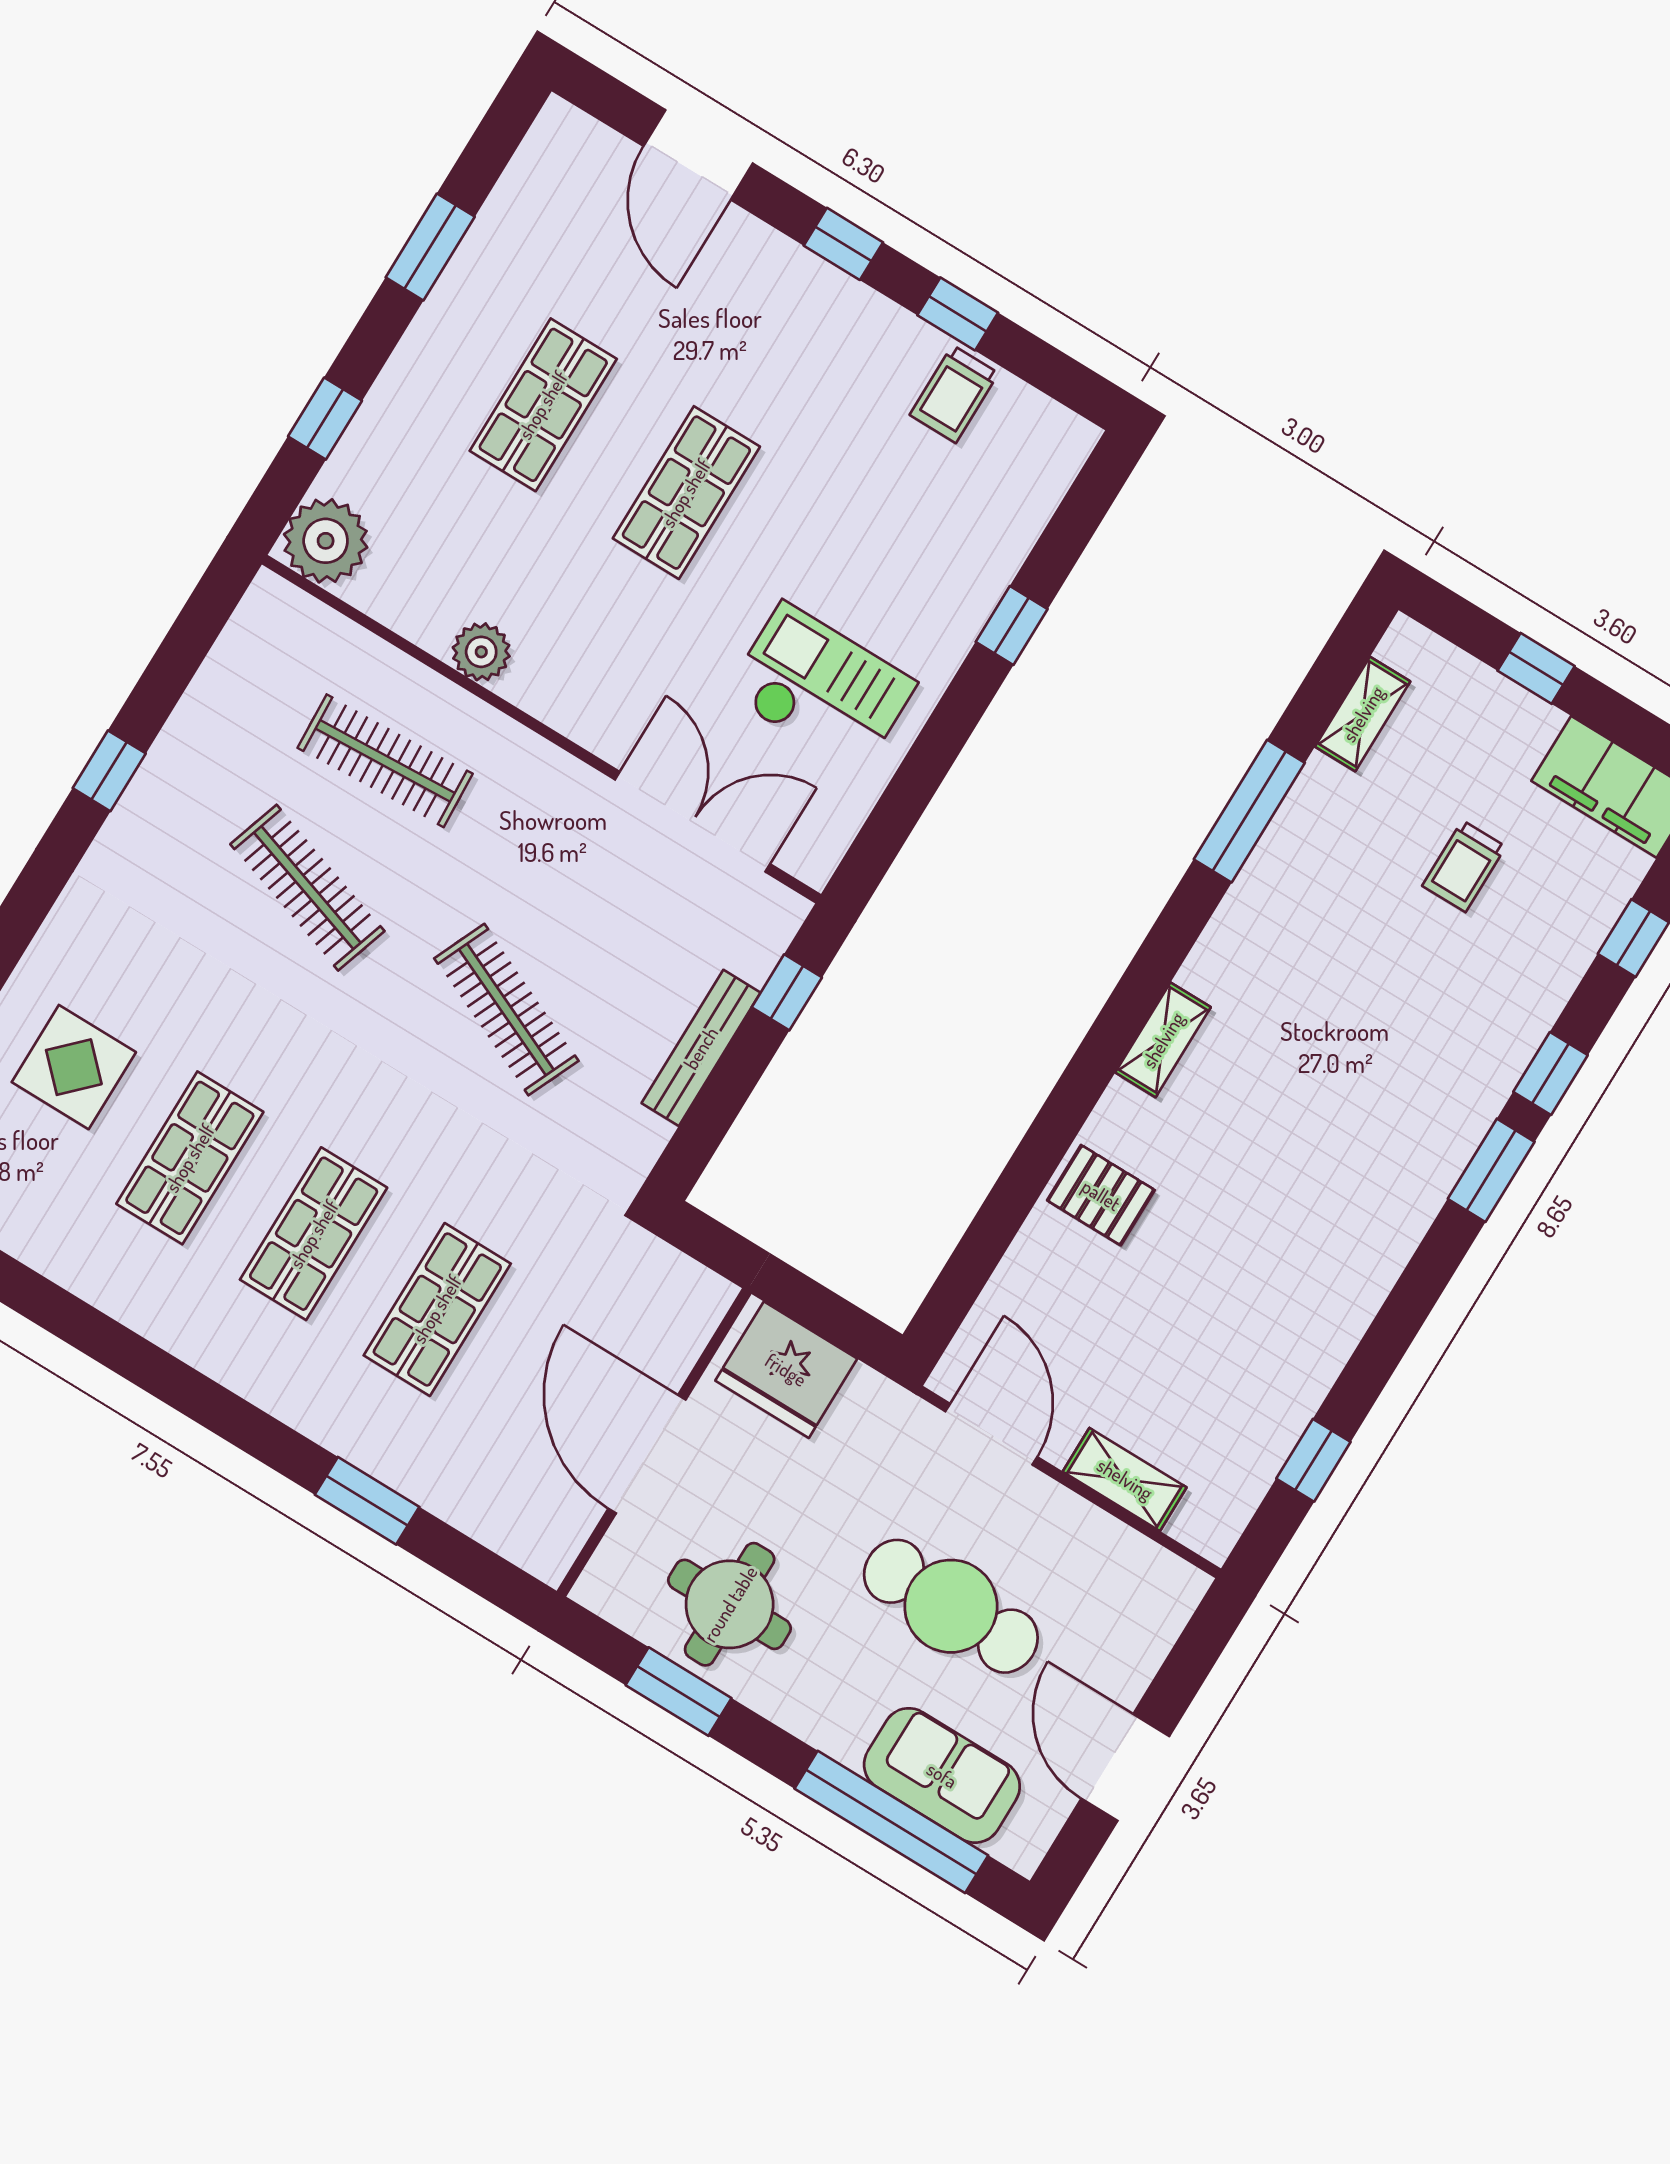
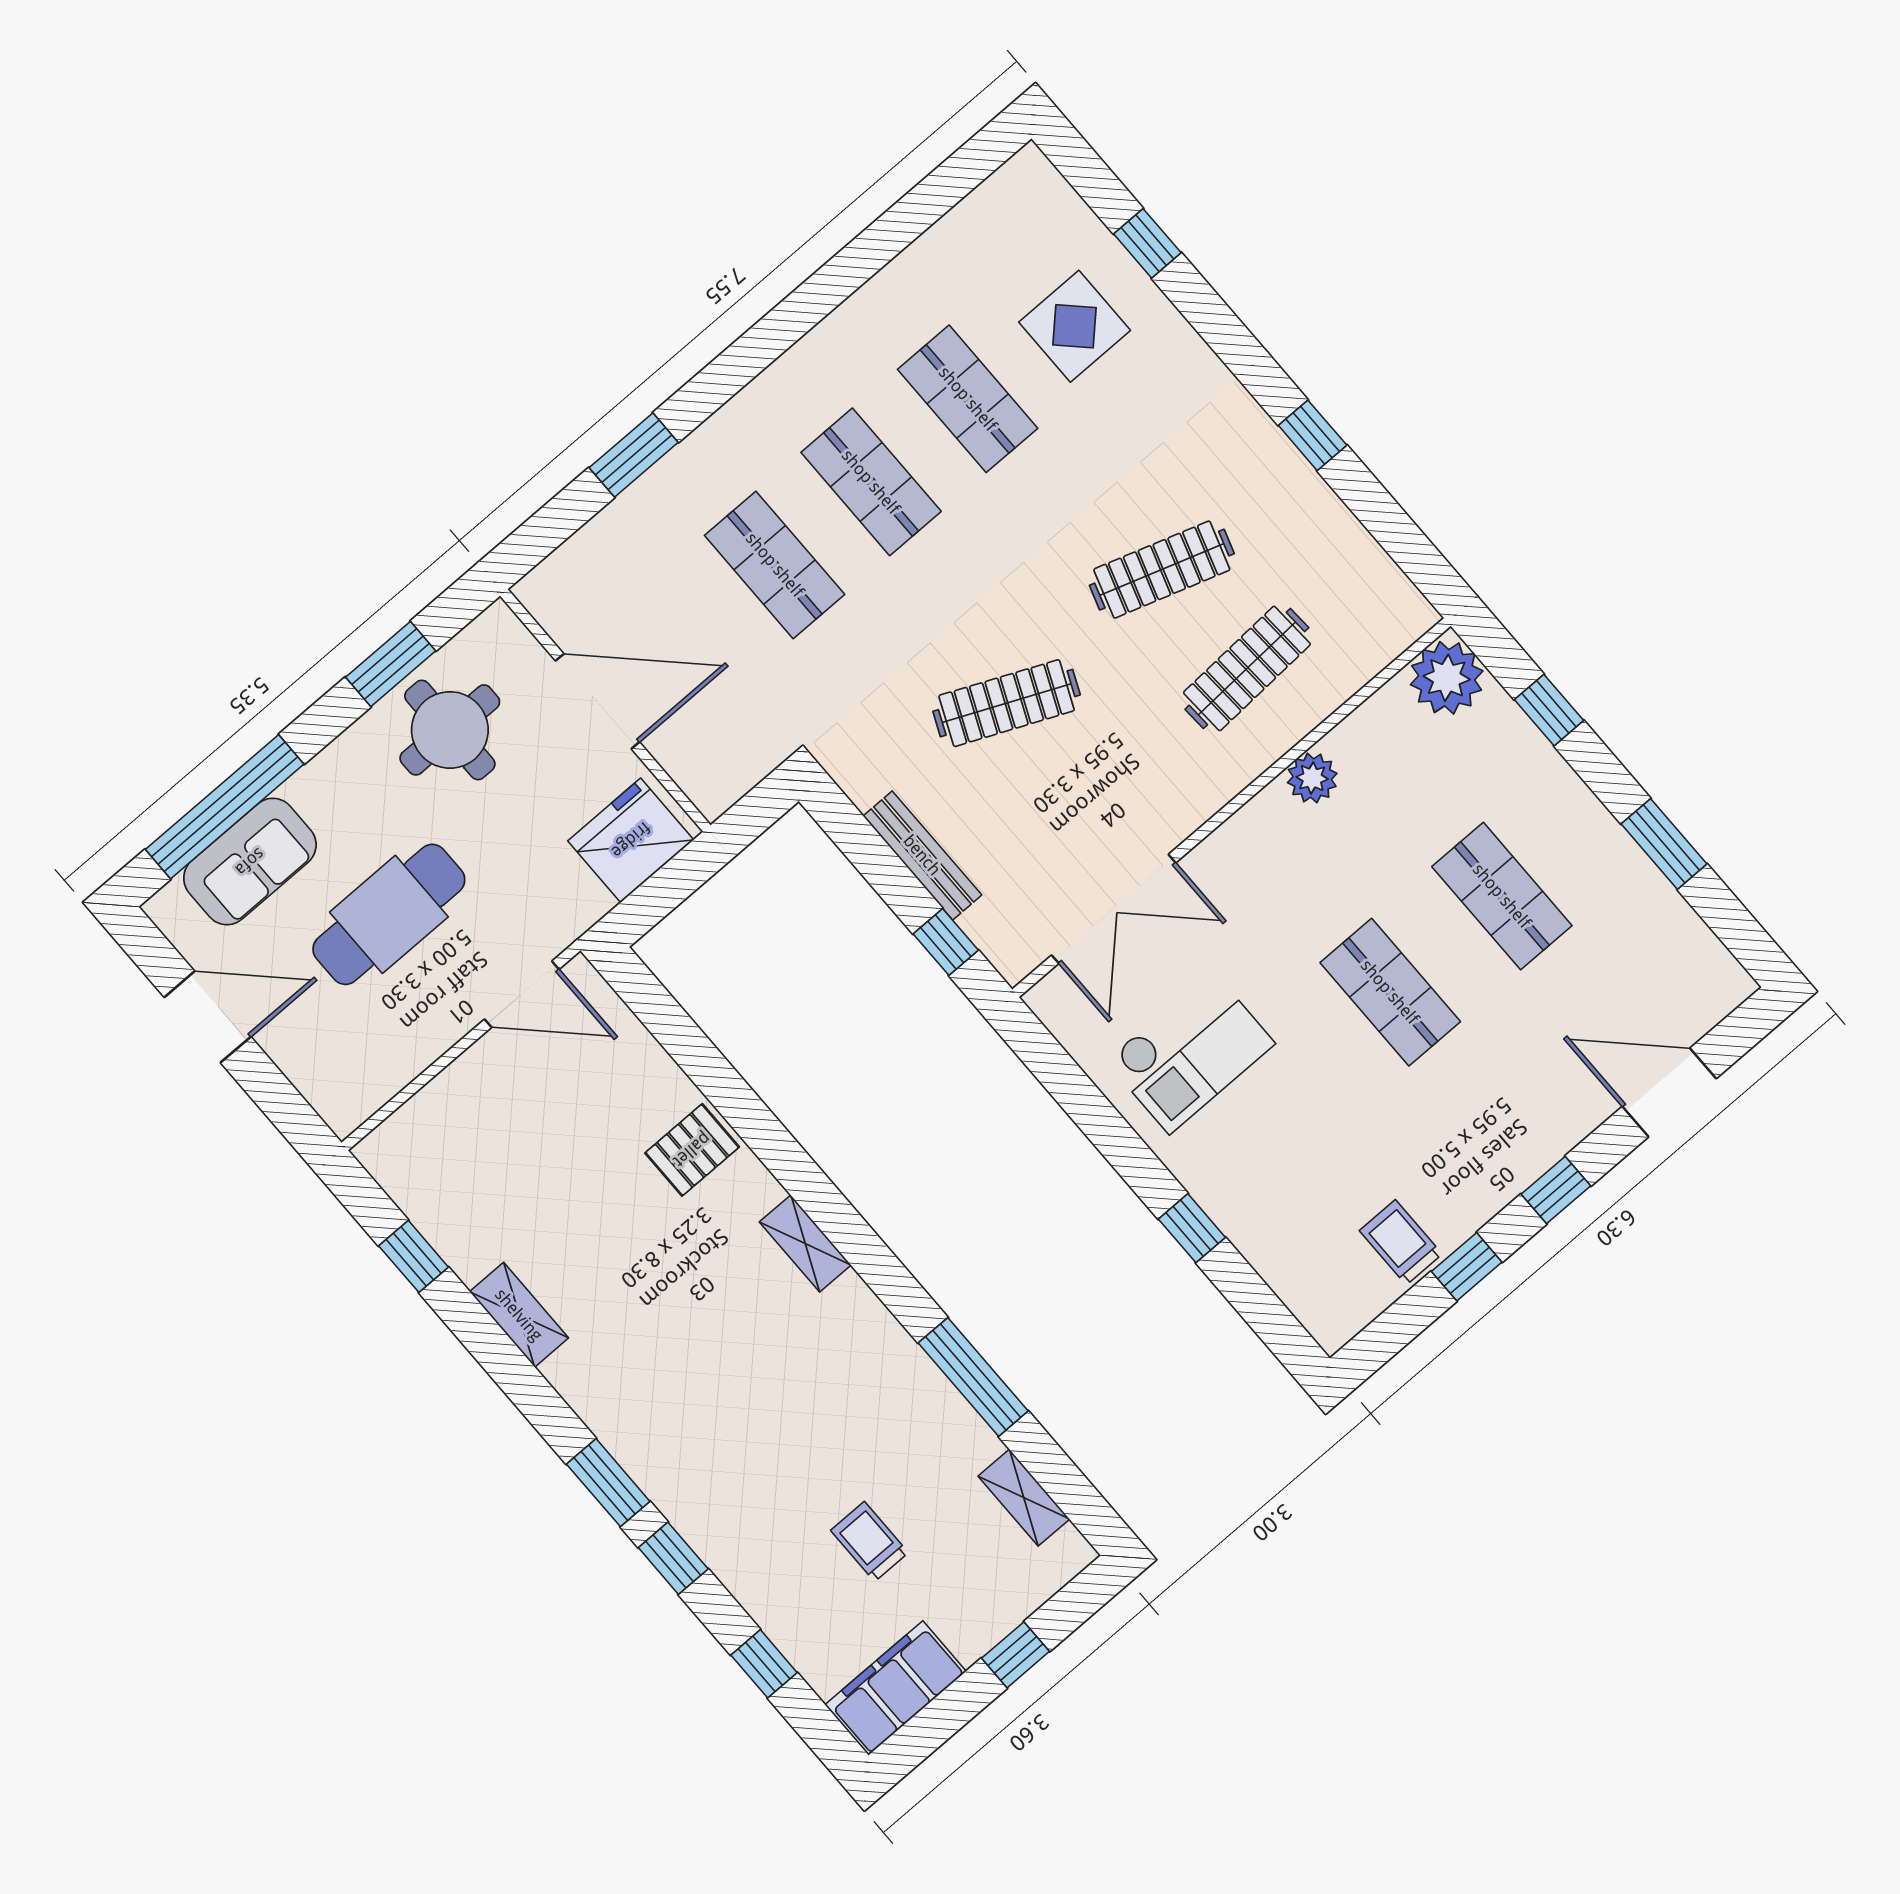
shelving: (1125, 1479) -> (519, 1315), moved, turned 90

